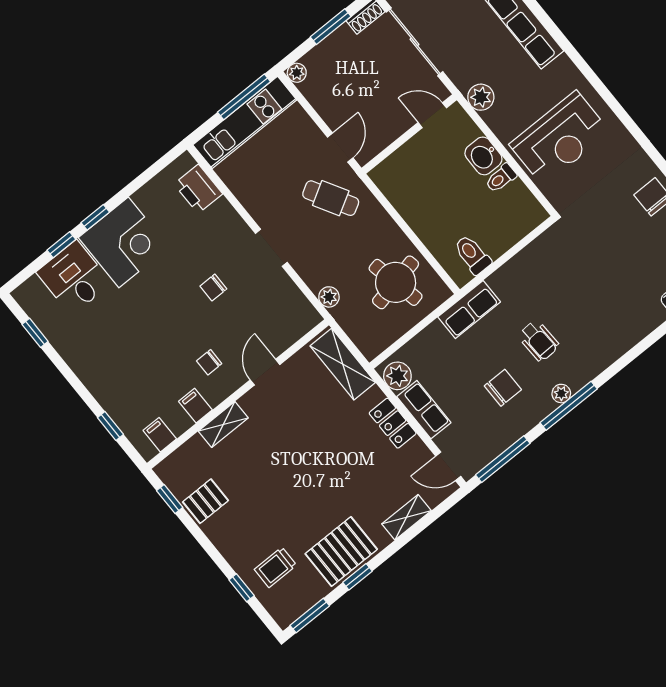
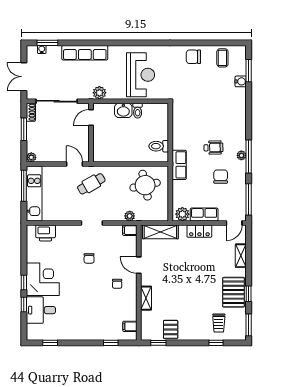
filing cabinet: (195, 406) -> (130, 230), moved

